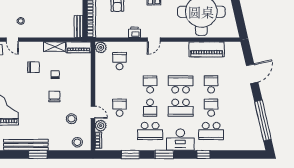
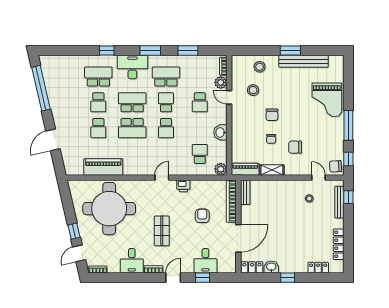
school desk: (120, 61) -> (200, 154), turned 180
washbasin: (101, 80) -> (220, 132), added
stool: (77, 142) -> (260, 67), moved

